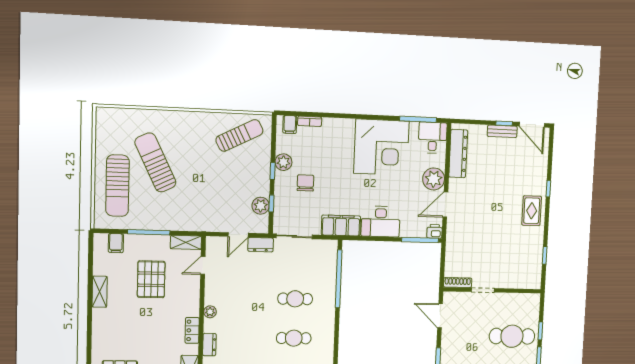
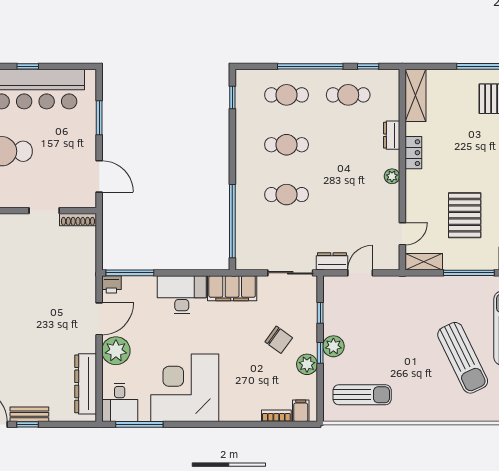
sun lounger: (239, 135) -> (362, 395), turned -153
chair: (305, 183) -> (279, 340), turned -54
plant: (261, 206) -> (333, 346), moved

